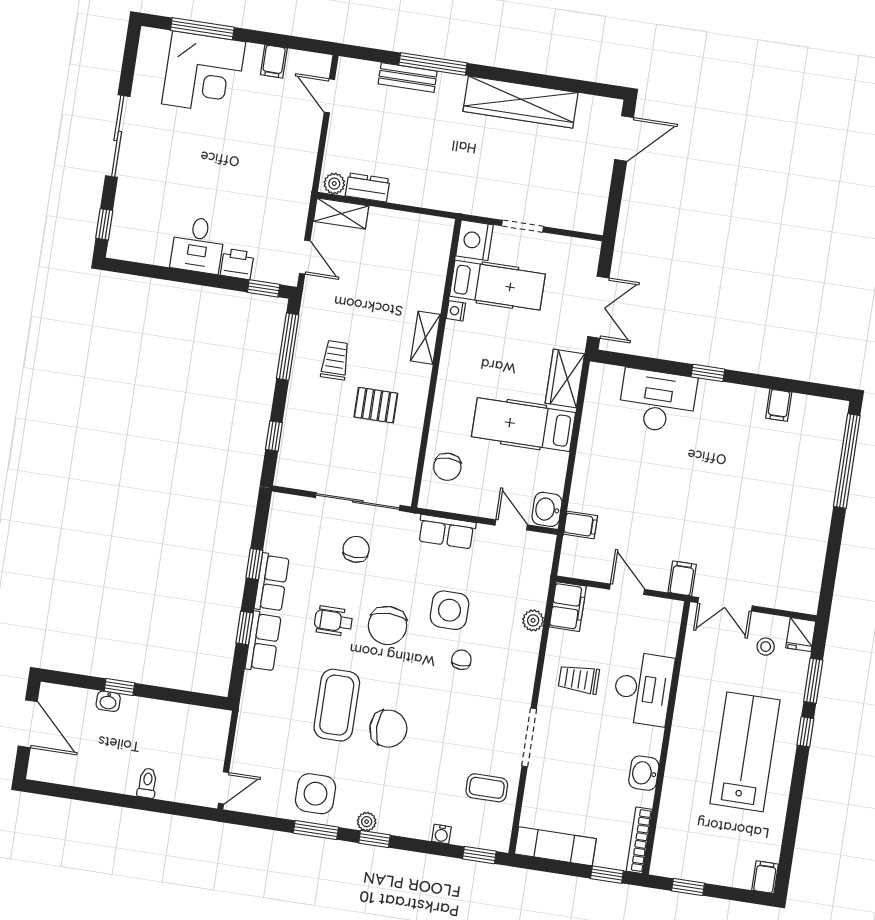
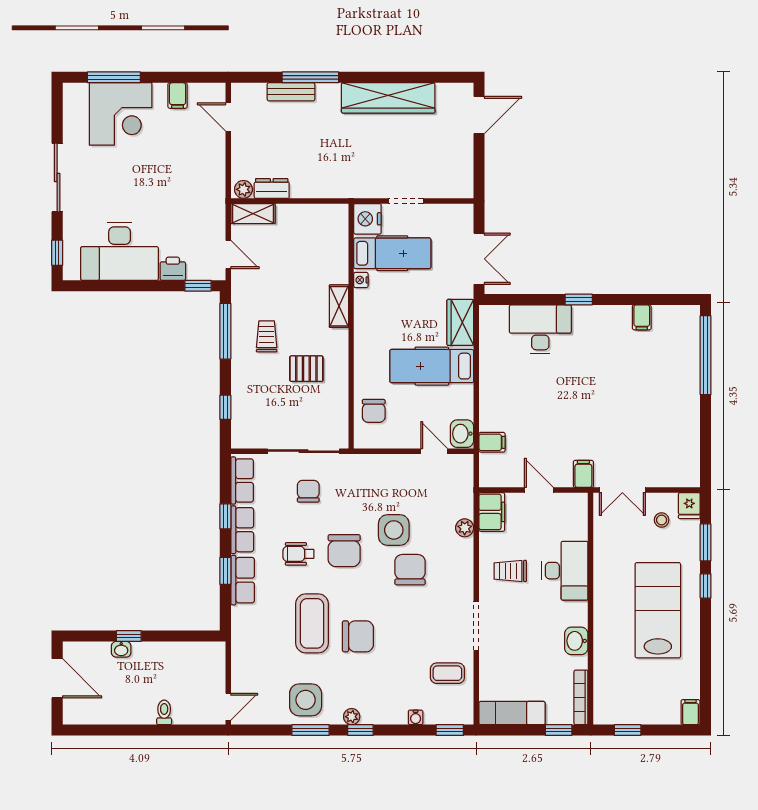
desk: (198, 245) -> (120, 251), width x1.87, depth x1.30
row of seats: (447, 532) -> (242, 480), moved, turned -90
chair: (461, 660) -> (410, 570), width x1.87, depth x1.87

